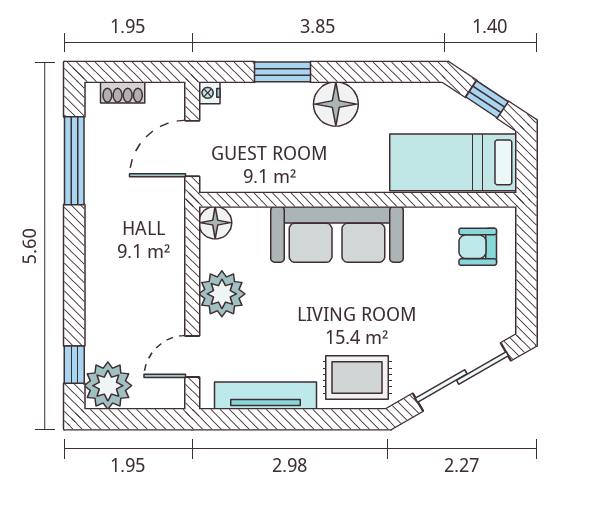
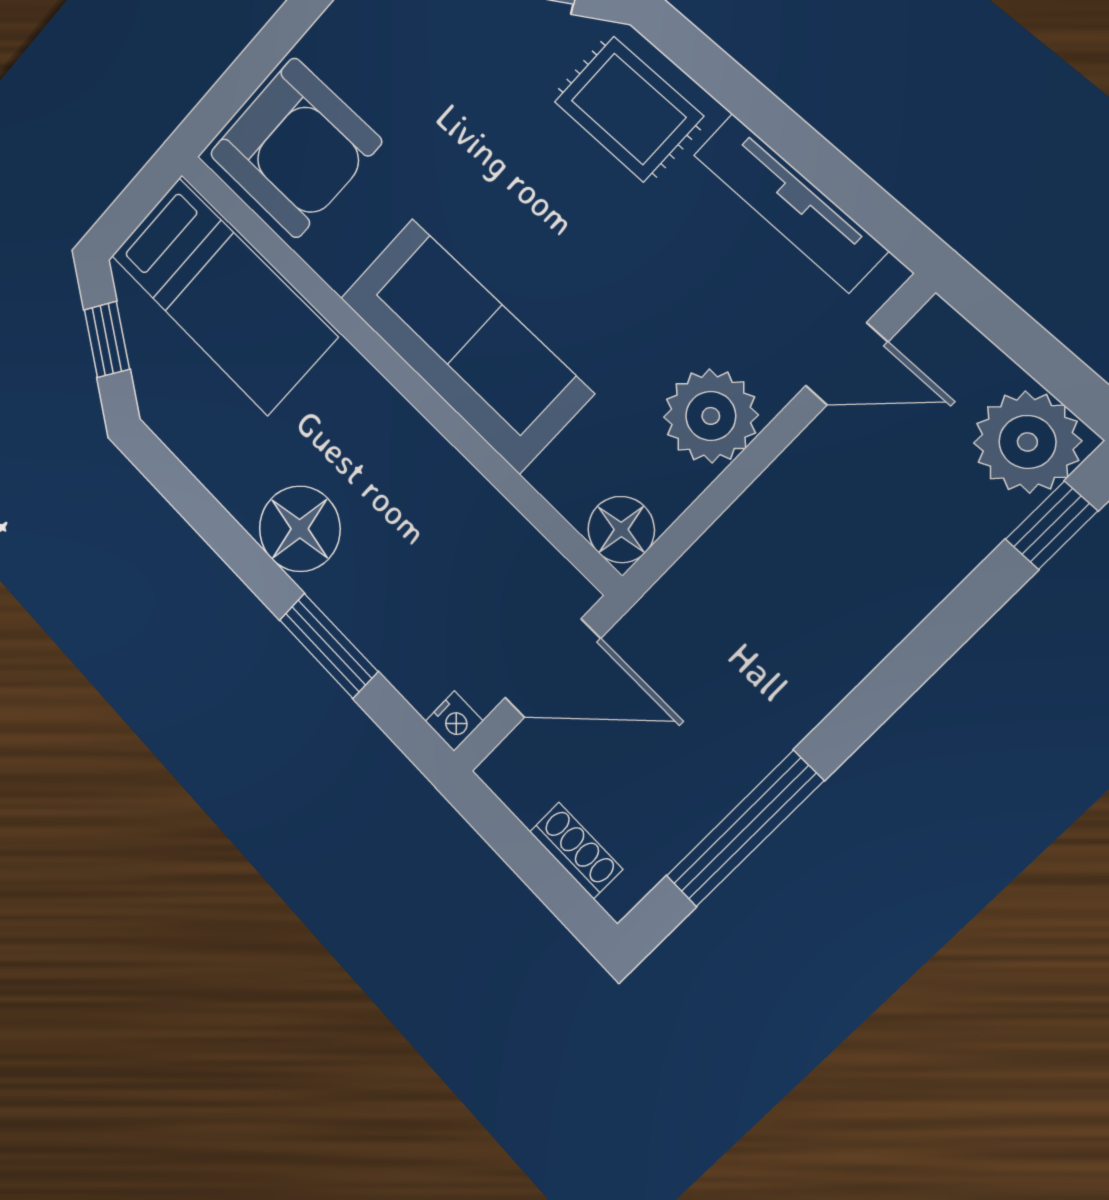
armchair: (478, 247) -> (295, 148), width x1.88, depth x1.88

